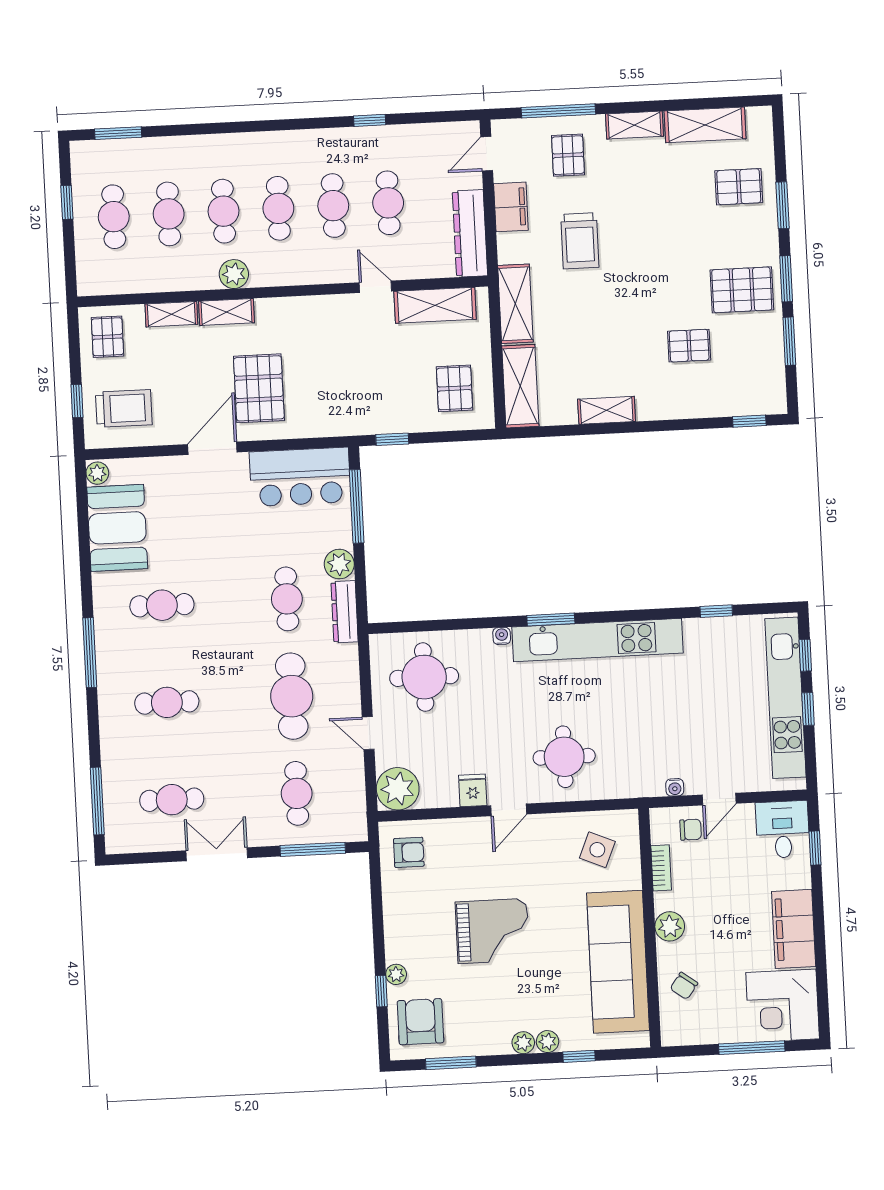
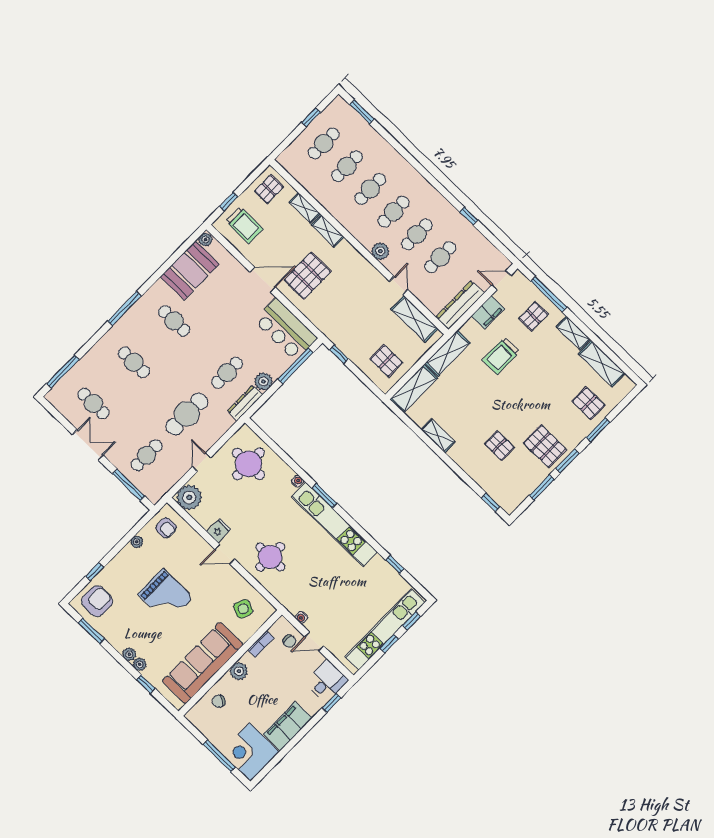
plant: (234, 274) -> (380, 251), moved
pallet: (455, 388) -> (386, 361), turned 90
plant: (396, 974) -> (137, 542), moved

